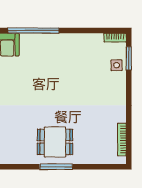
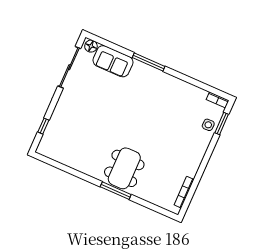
window: (33, 31) -> (149, 62), width x0.68
dining table: (55, 142) -> (124, 168), width x1.37

